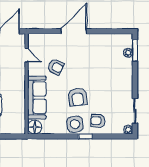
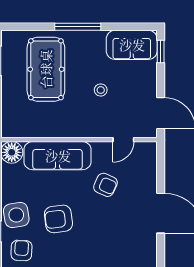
armchair: (56, 67) -> (105, 185), turned -92

